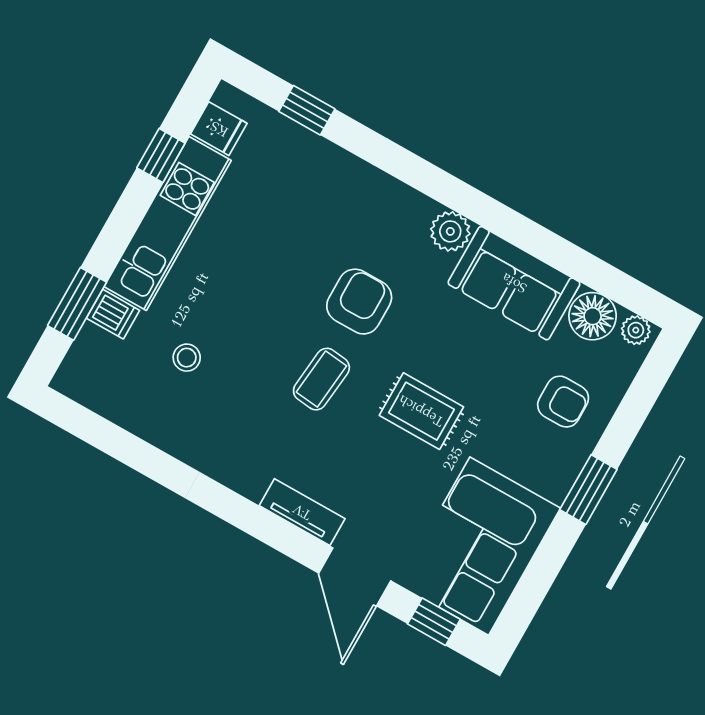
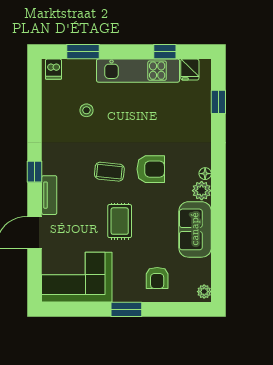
dishwasher: (113, 314) -> (53, 69), moved
floor lamp: (593, 316) -> (205, 174), moved, width x0.53, depth x0.53
window: (434, 622) -> (35, 172), moved

